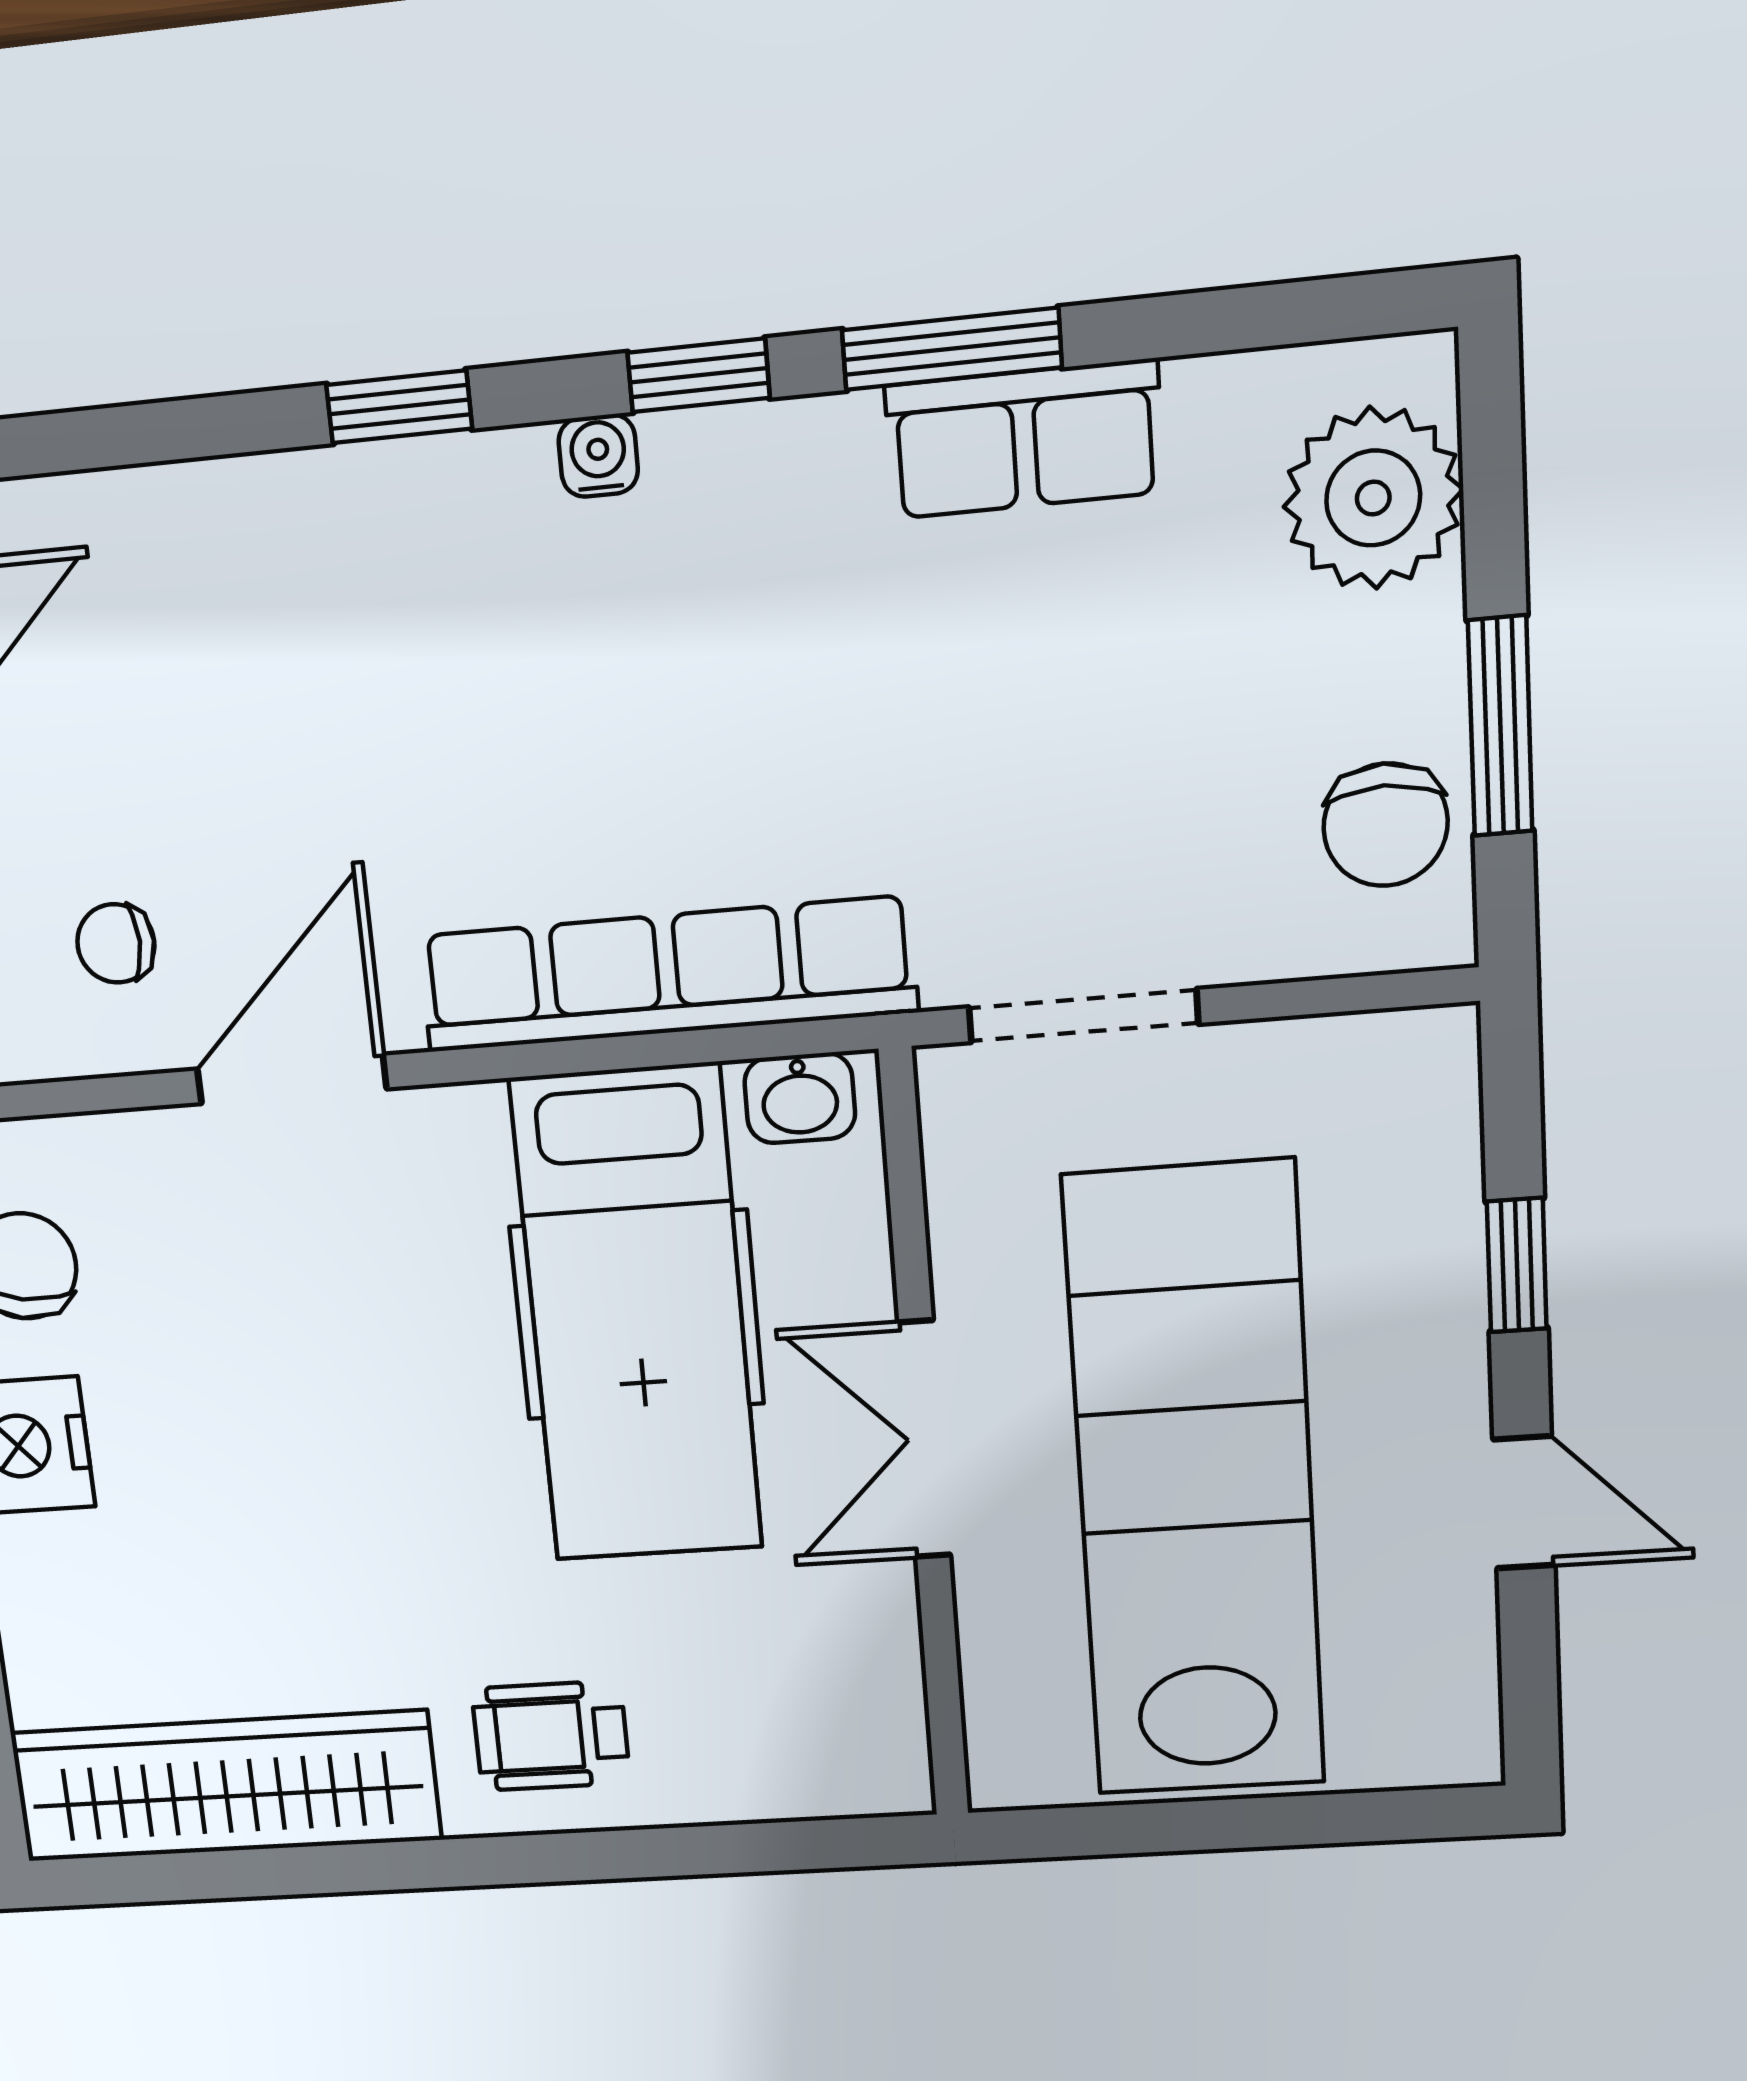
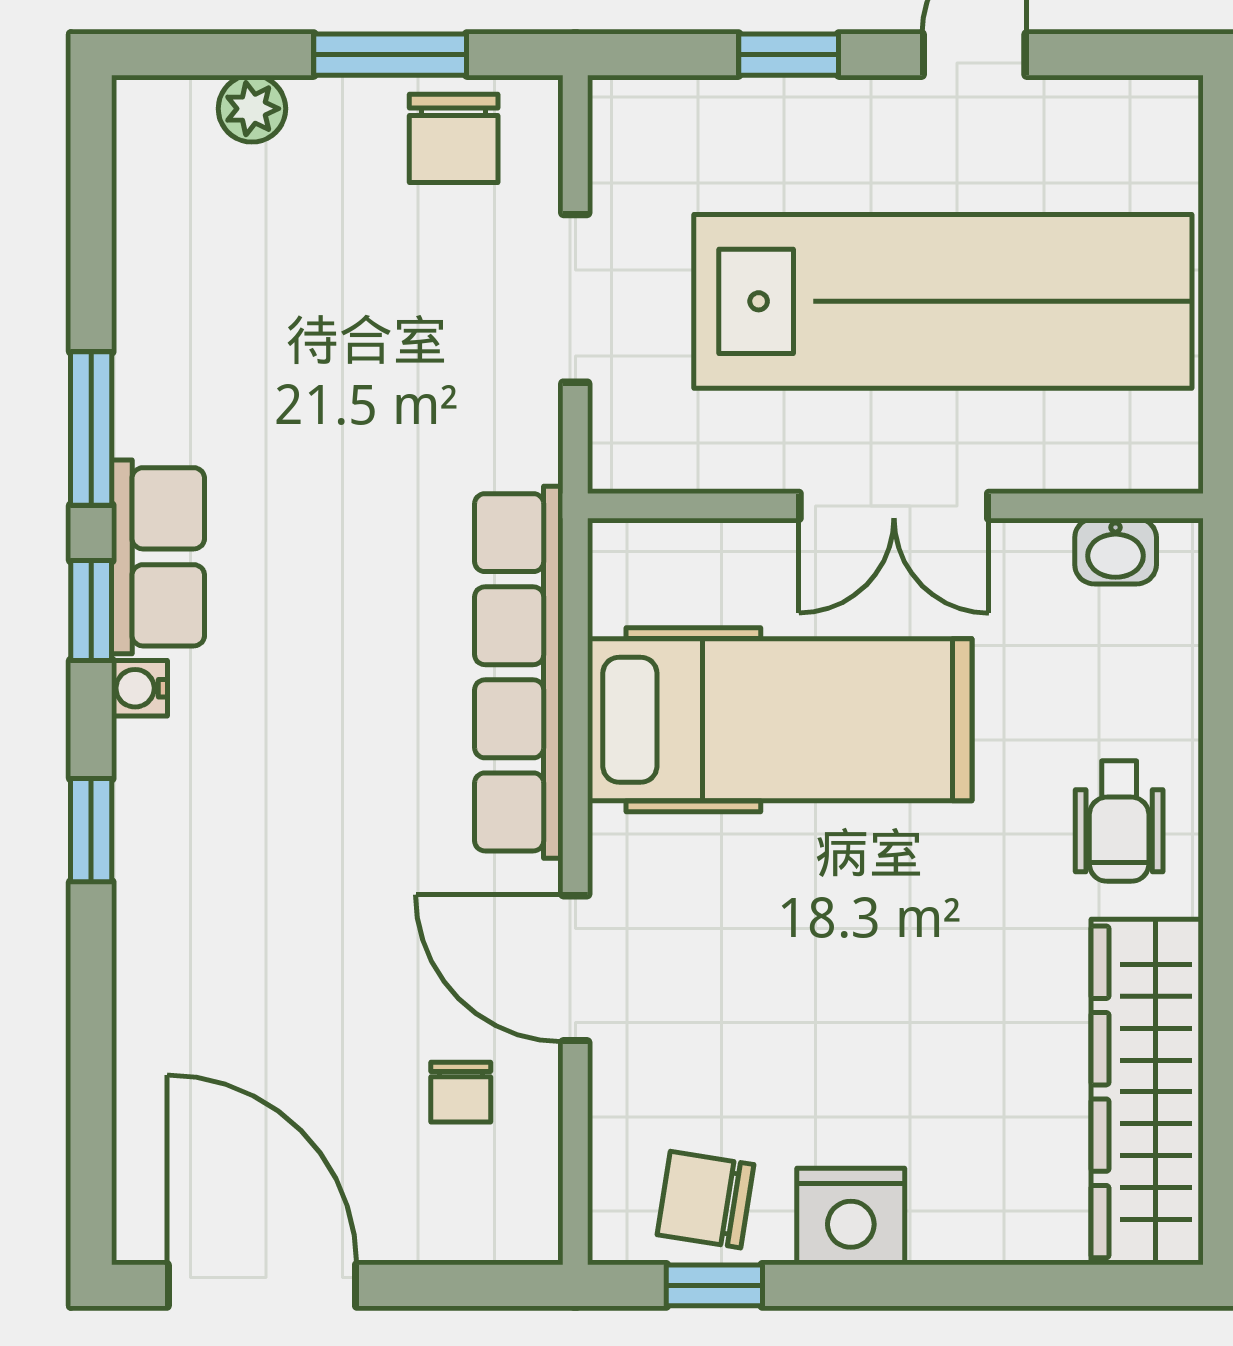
row of seats: (1024, 439) -> (158, 557), moved
plant: (1373, 498) -> (252, 109), width x0.53, depth x0.53
chair: (1386, 825) -> (454, 138), turned 90
doorway: (1083, 1016) -> (575, 298), moved
washbasin: (800, 1098) -> (1116, 551), moved, turned 90
lab bench: (1195, 1483) -> (943, 301), turned 180

